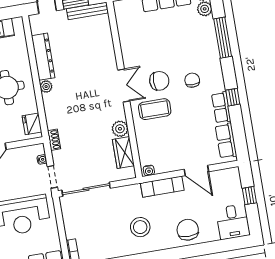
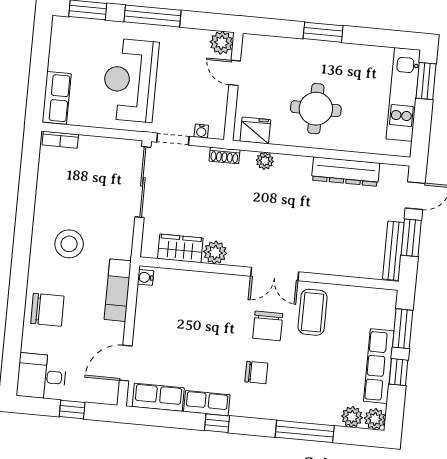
plant: (46, 87) -> (265, 161), moved
coffee table: (155, 109) -> (313, 312), moved
door: (196, 171) -> (126, 363), moved

